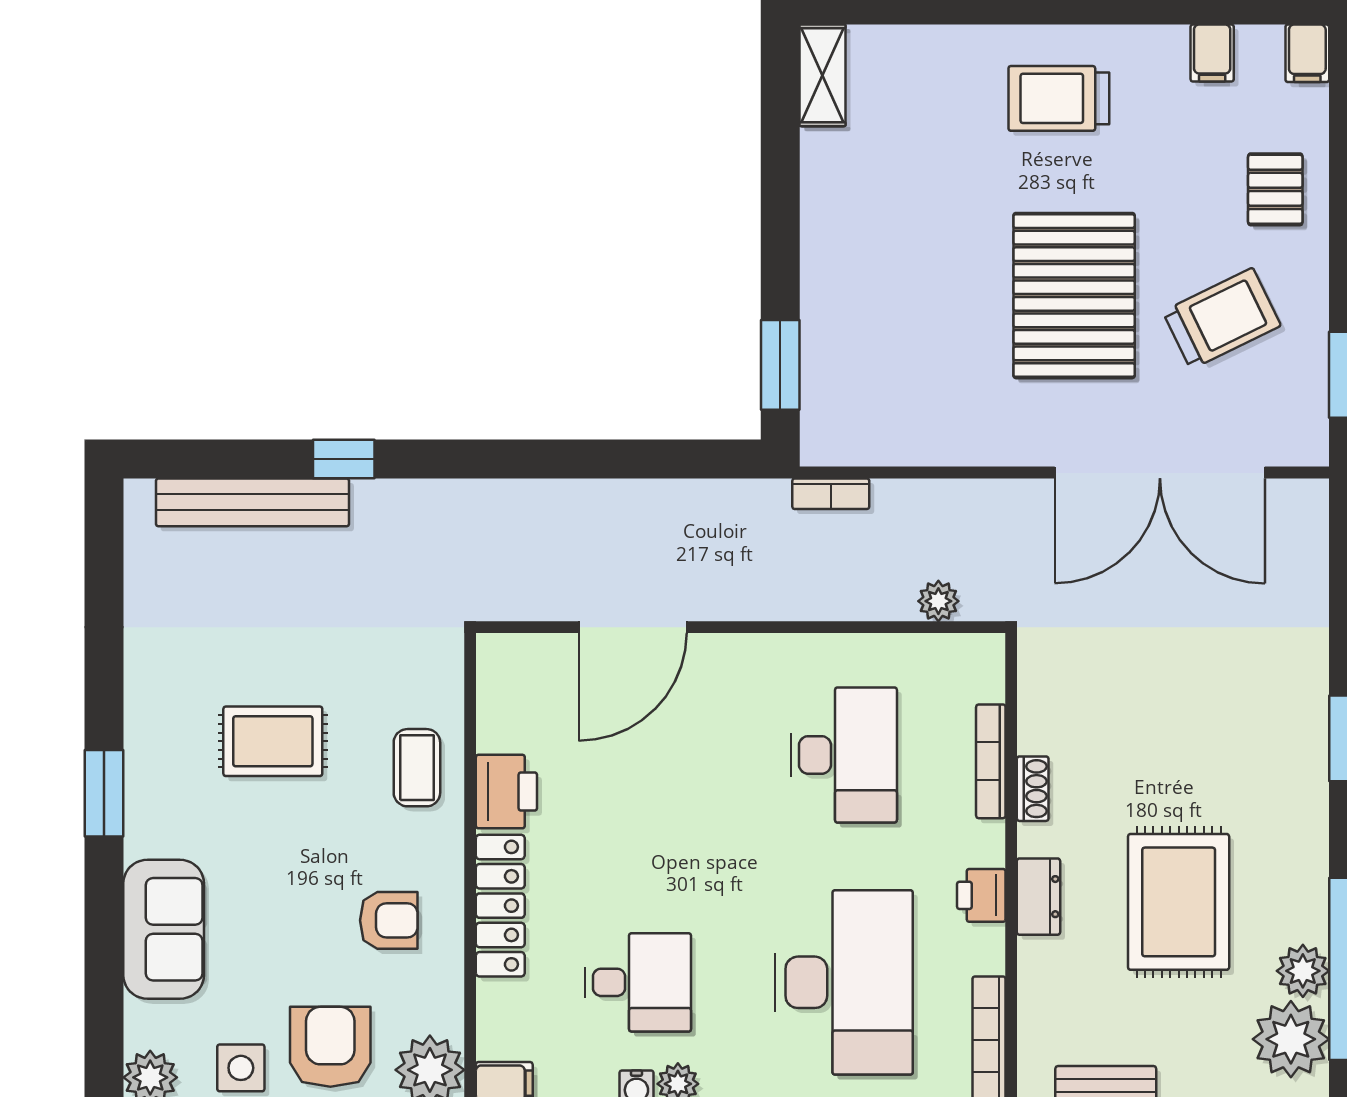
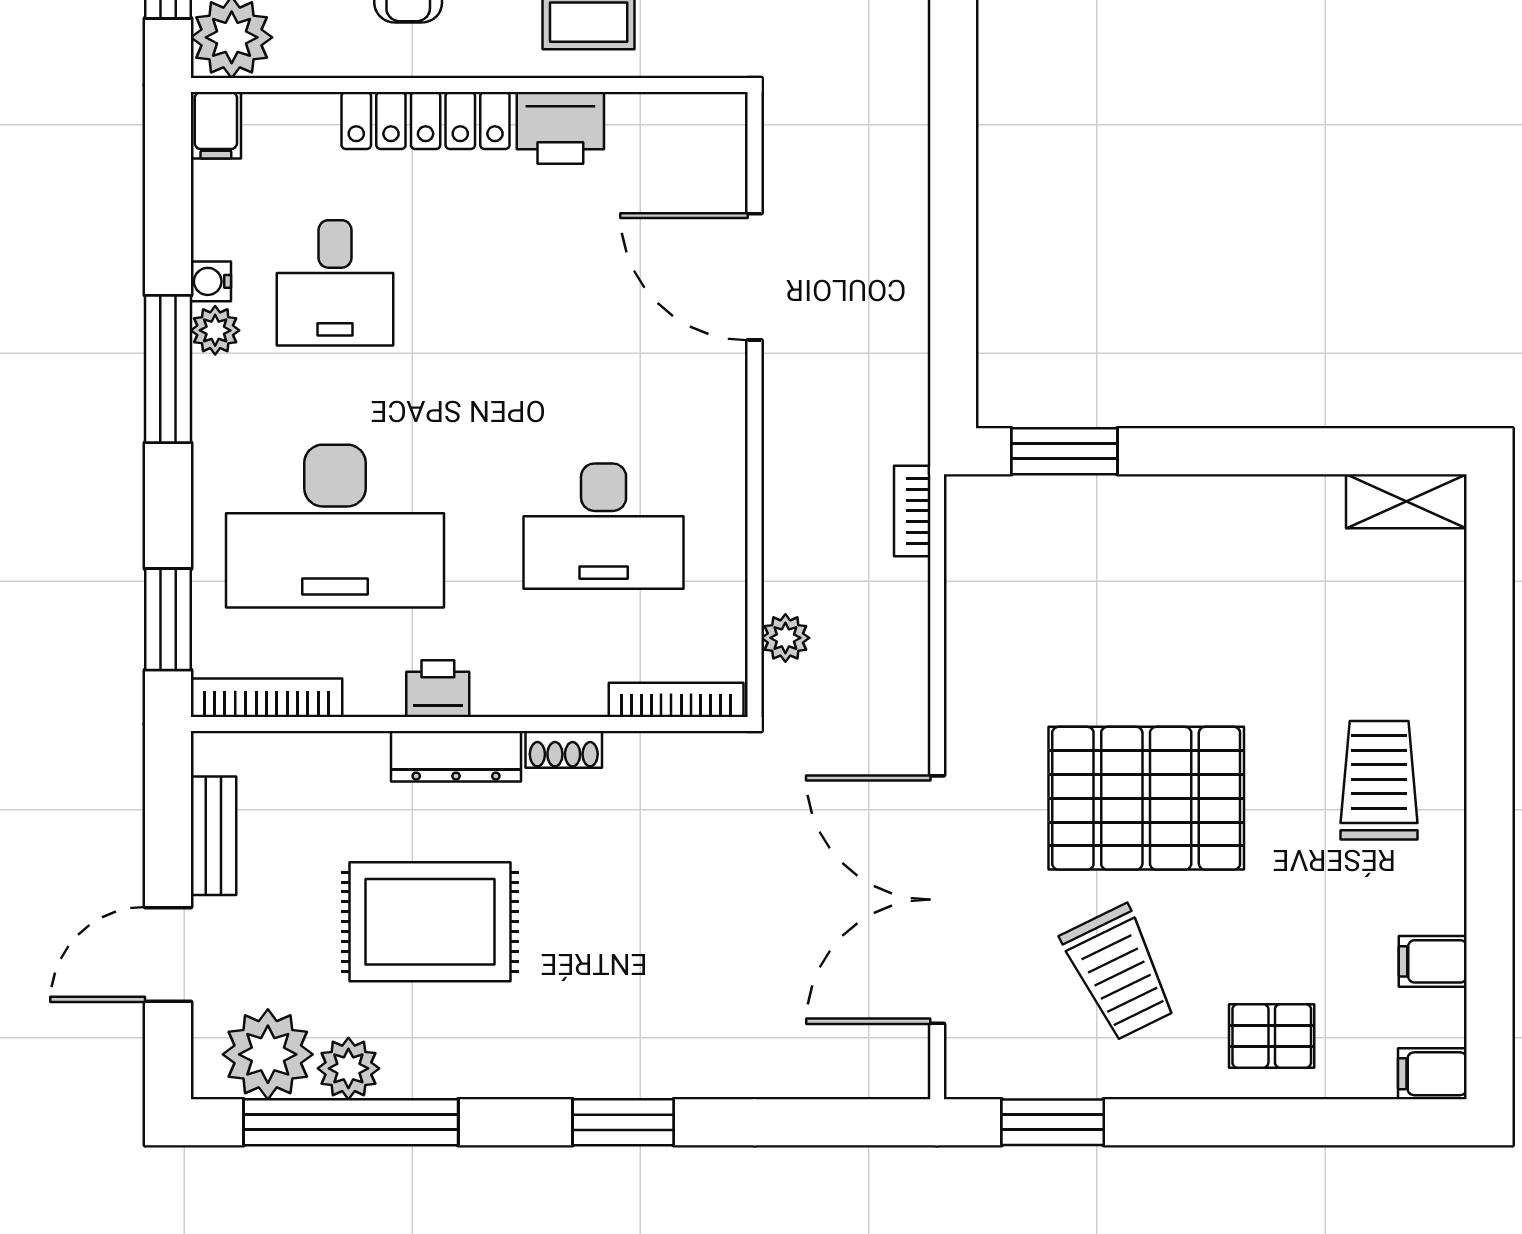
bookcase: (991, 761) -> (676, 700), moved
dresser: (1038, 897) -> (456, 756), width x1.44

